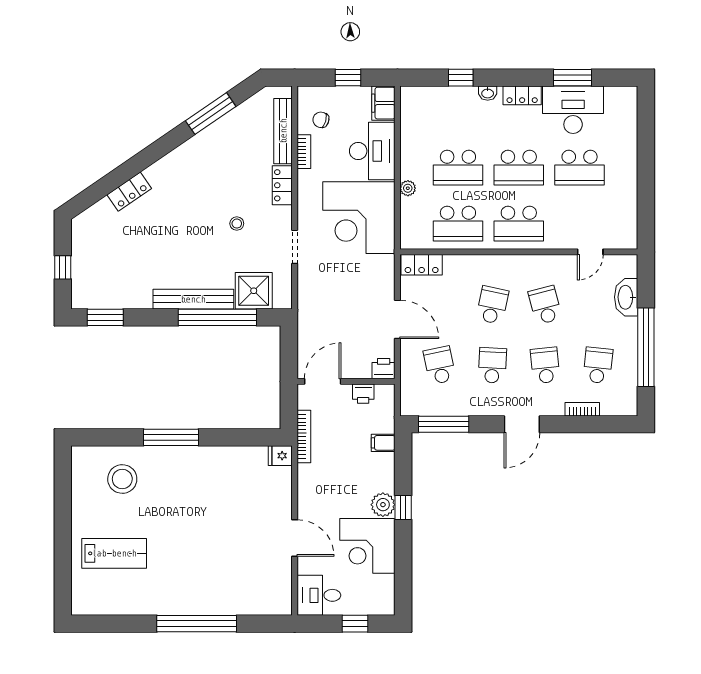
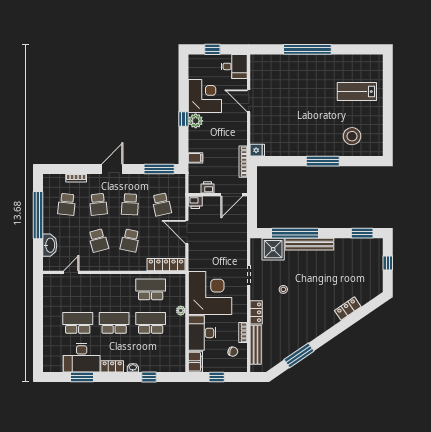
school desk: (519, 224) -> (114, 289), removed
locker: (422, 265) -> (166, 265), width x1.53

